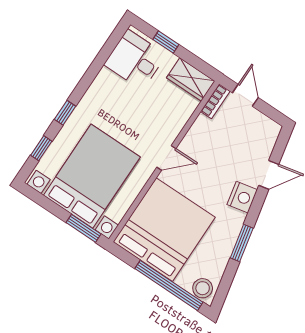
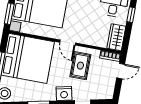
rug: (210, 153) -> (80, 66), added

